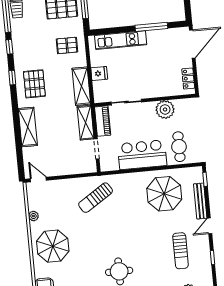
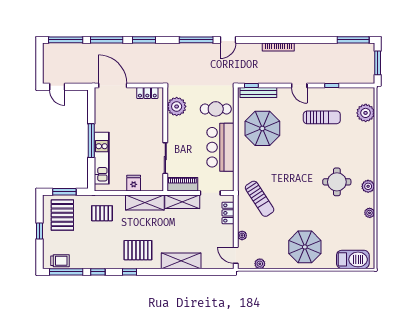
window: (151, 27) -> (91, 141), moved
pallet: (67, 45) -> (102, 213), turned 90
plant: (165, 110) -> (177, 106), moved
locker: (79, 168) -> (228, 213), added
door: (38, 180) -> (236, 255), hinge flipped
plant: (58, 184) -> (242, 235), added
bench: (200, 201) -> (258, 93), moved
plant: (33, 216) -> (260, 264), moved

